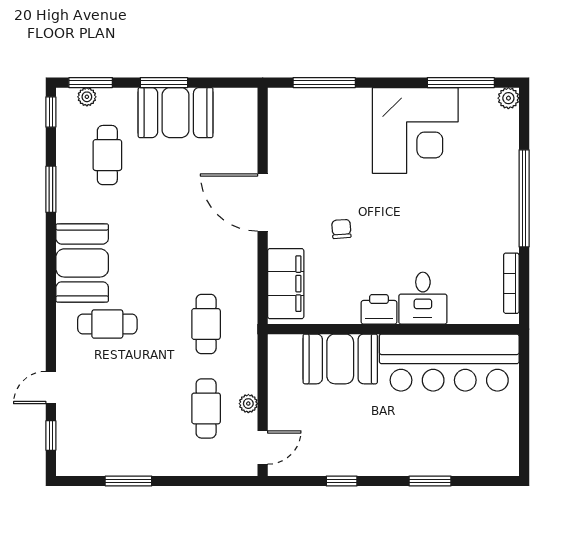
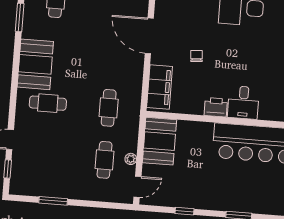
booth: (340, 359) -> (159, 141), moved, turned 90

